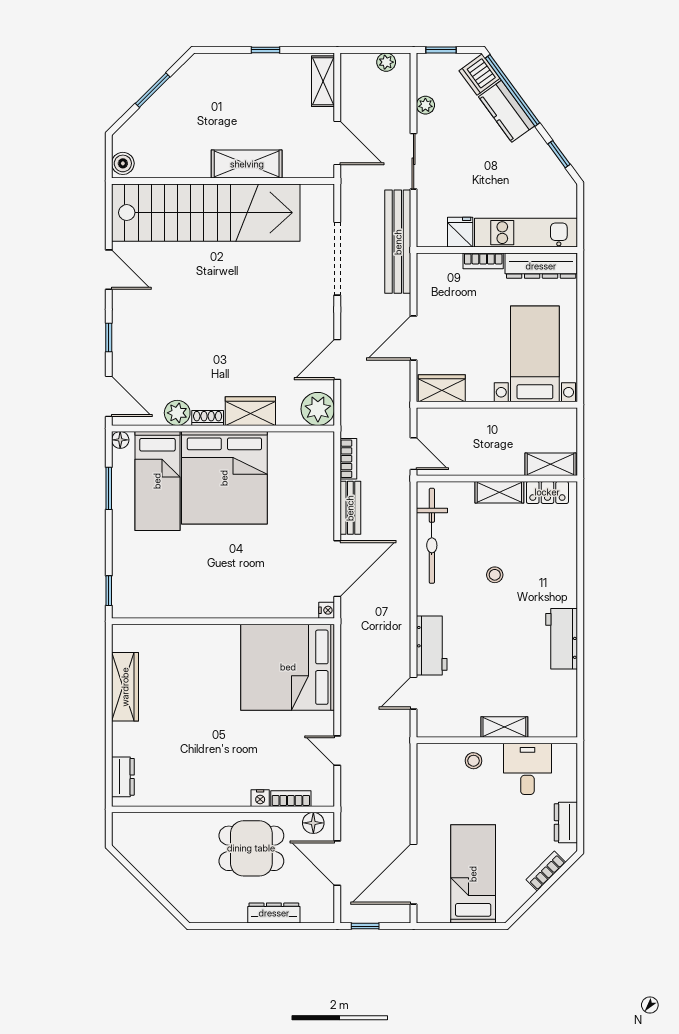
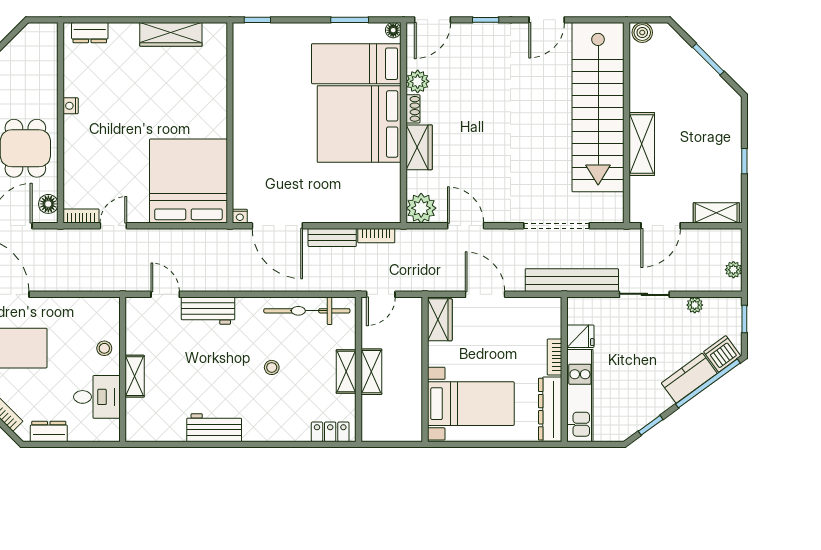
shelving: (551, 464) -> (371, 372), moved
locker: (547, 492) -> (330, 432), moved, turned 90
nightstand: (260, 798) -> (71, 106), moved
bookcase: (291, 799) -> (81, 216), moved, turned -90

